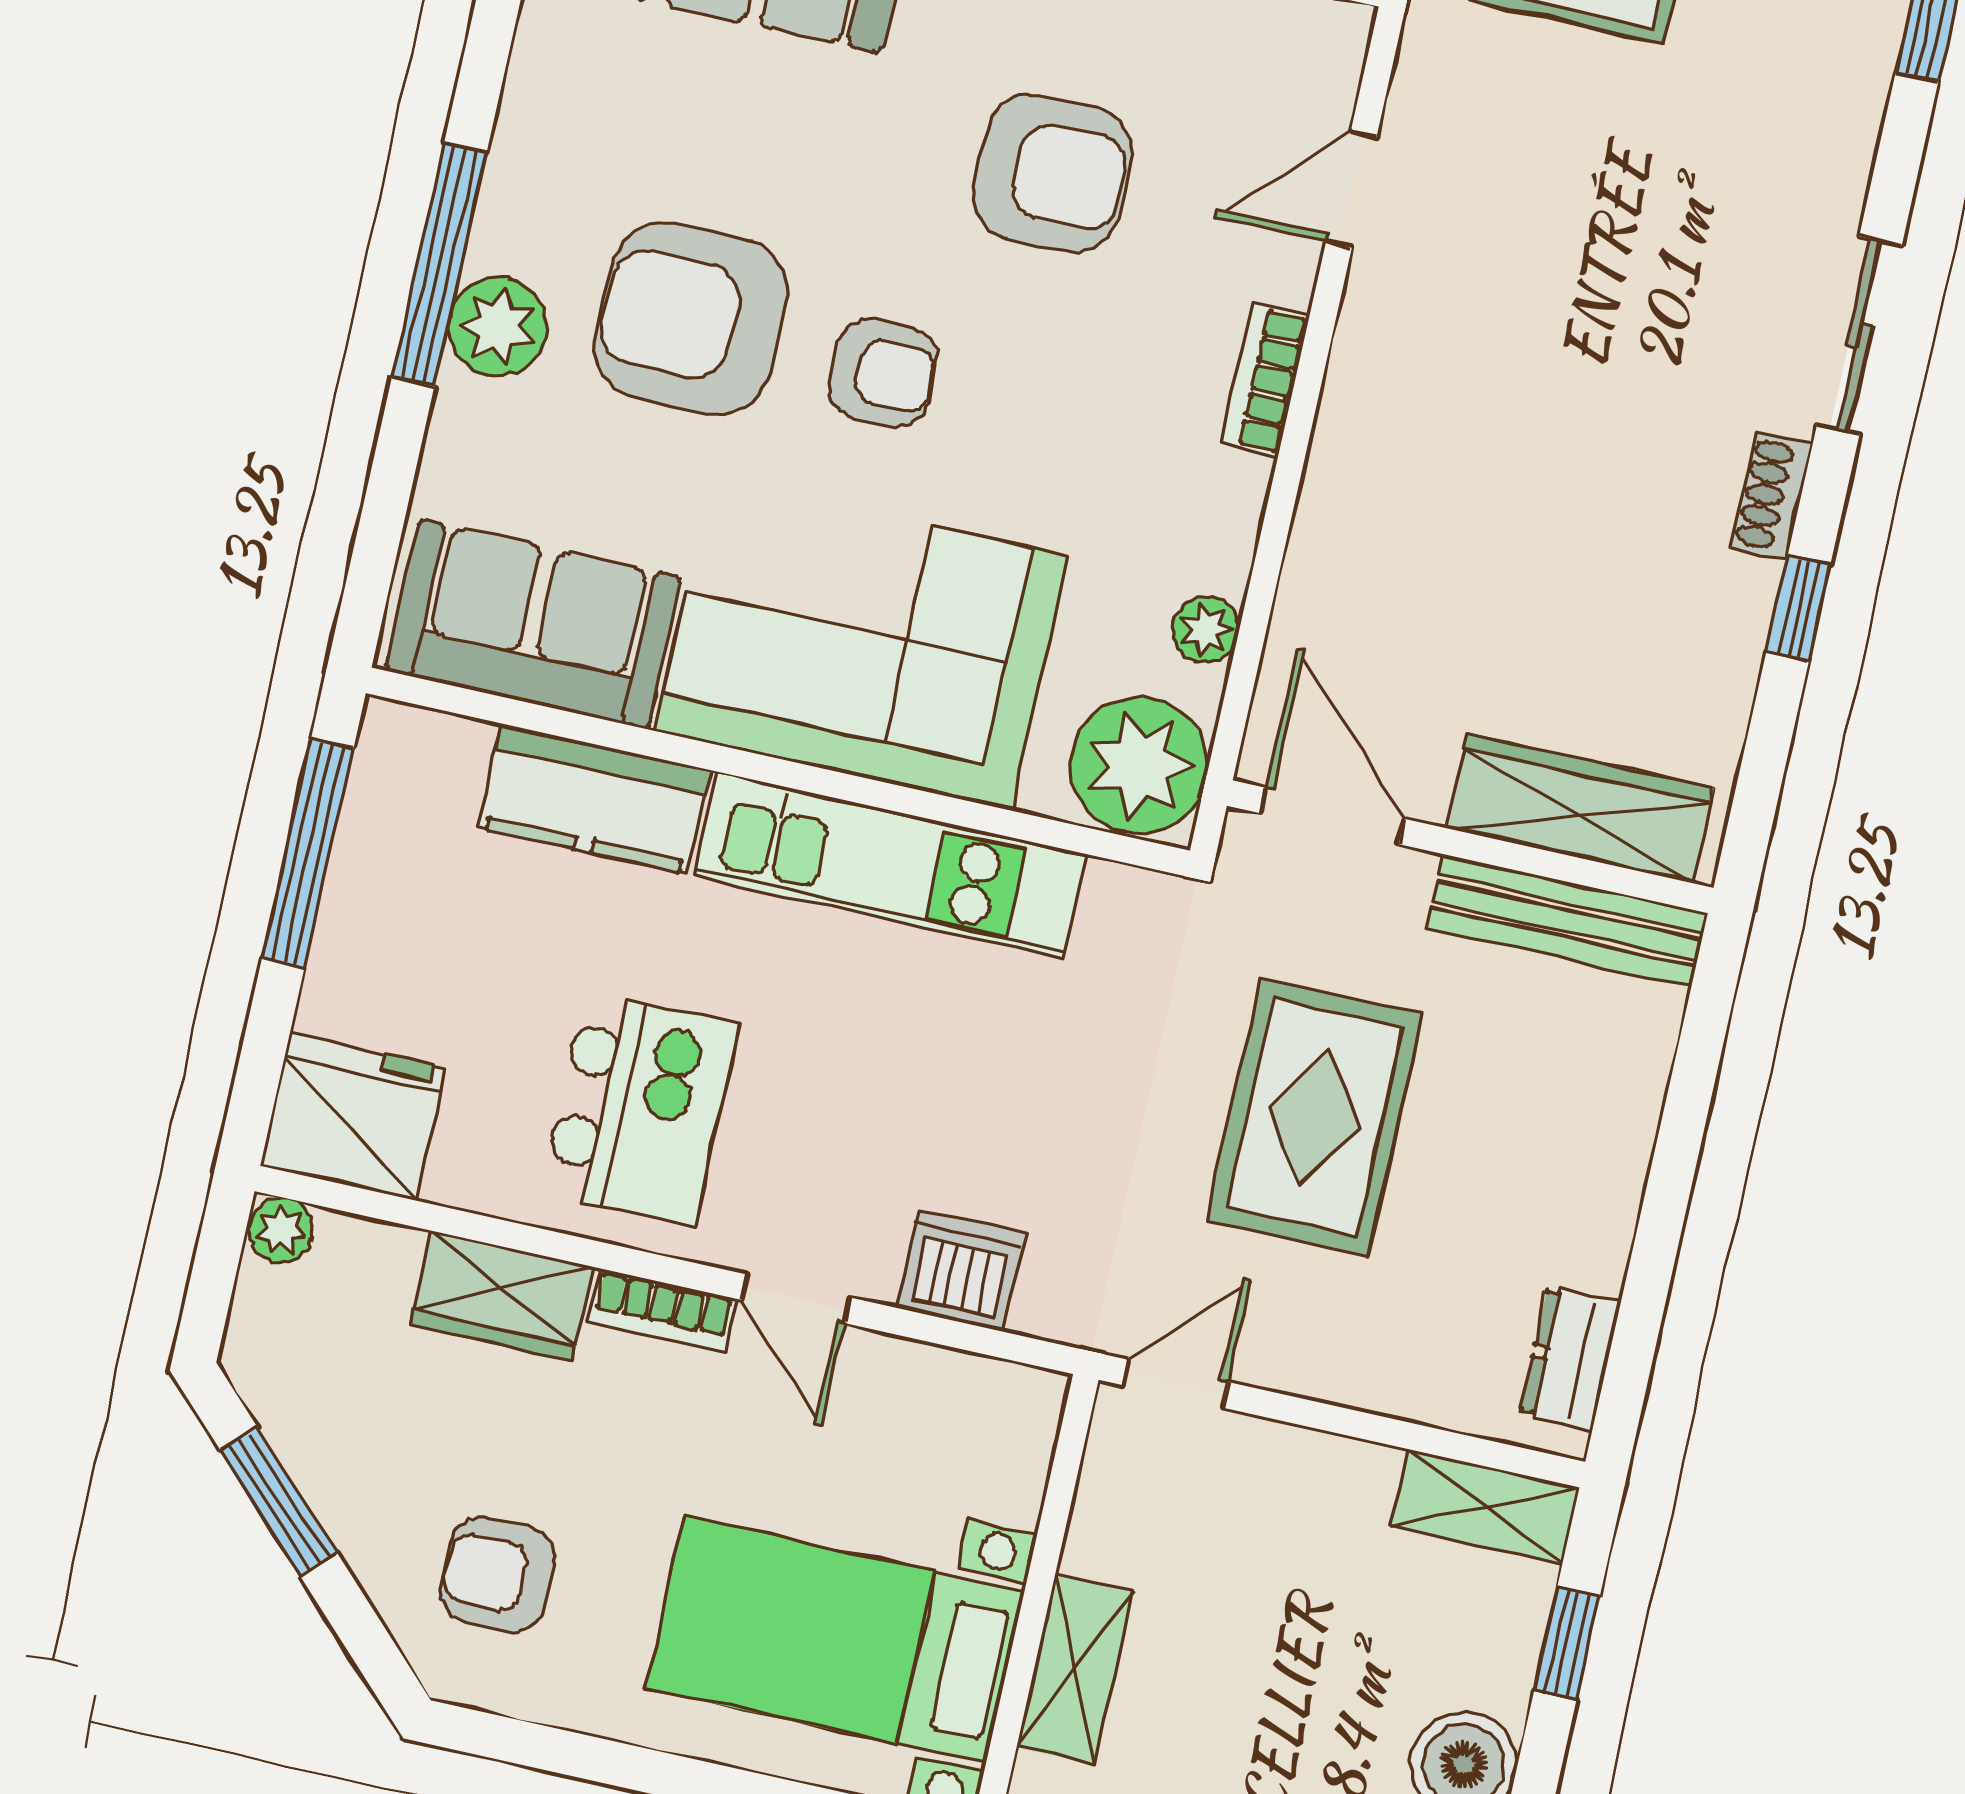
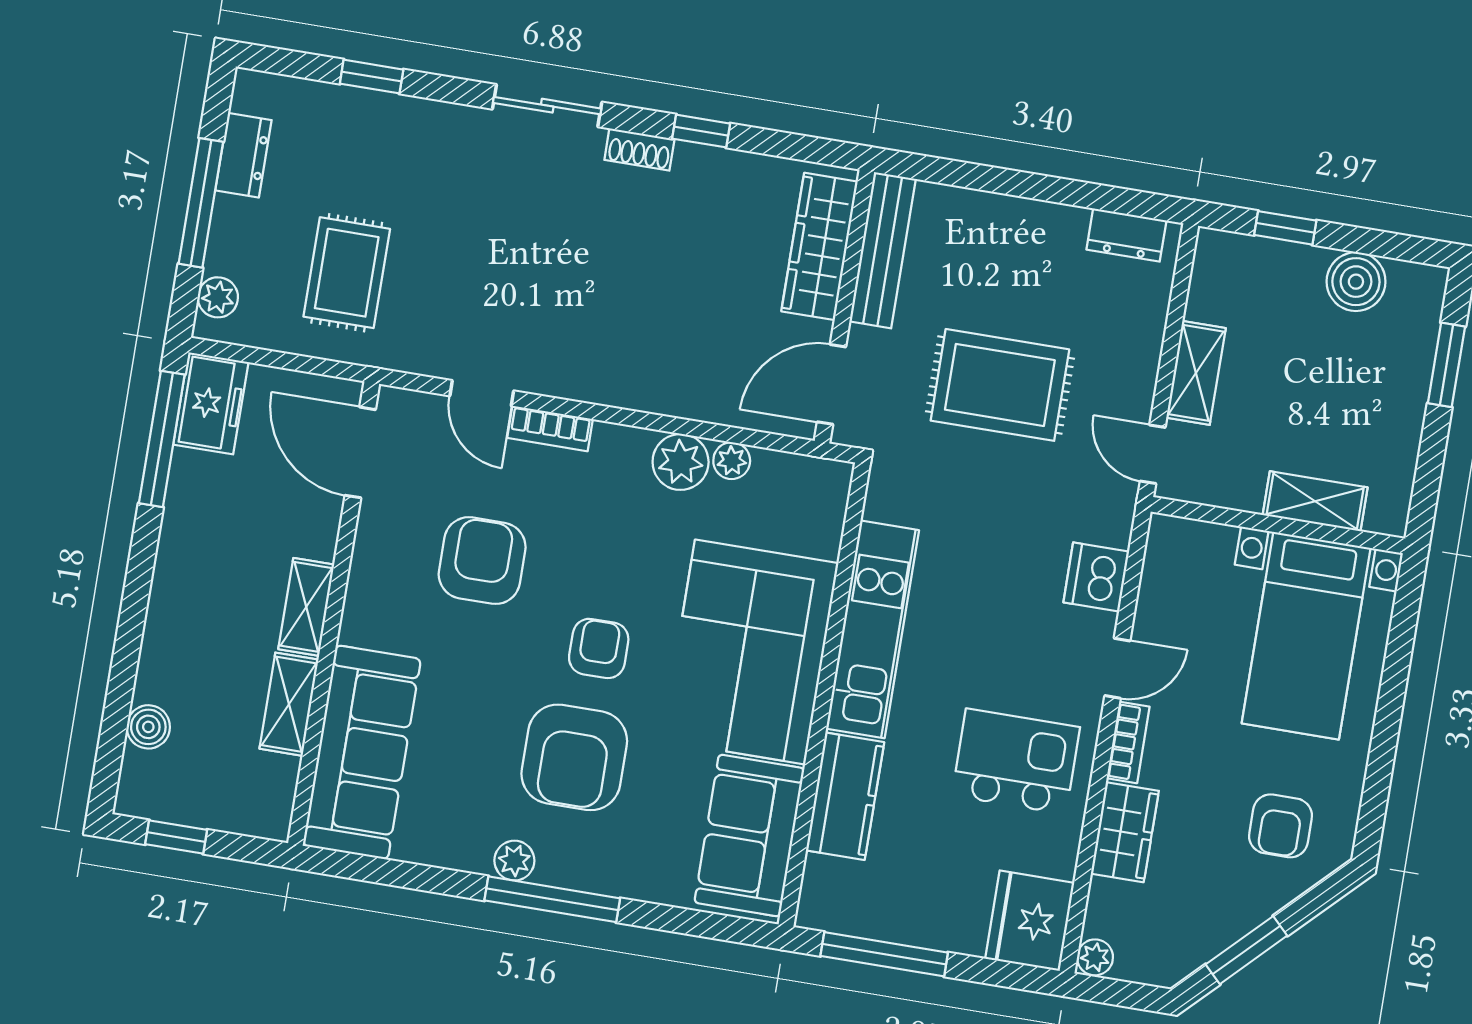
plant: (498, 327) -> (514, 861), moved, width x0.73, depth x0.73
bookcase: (1265, 380) -> (550, 429), moved
plant: (1139, 765) -> (681, 462), moved, width x0.73, depth x0.73
shelving: (1485, 1507) -> (1196, 373), moved

